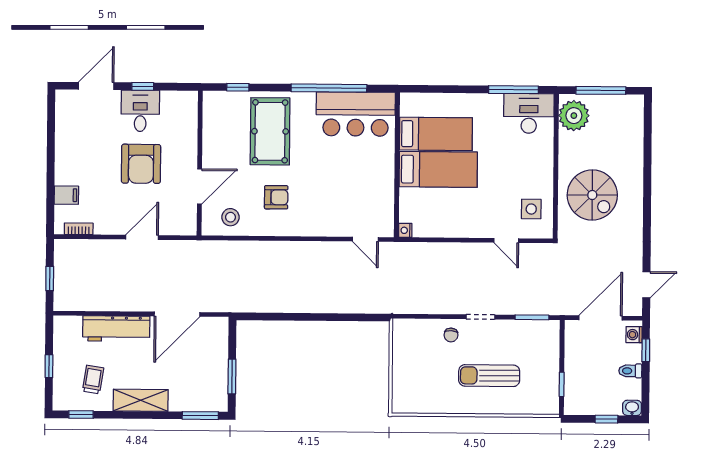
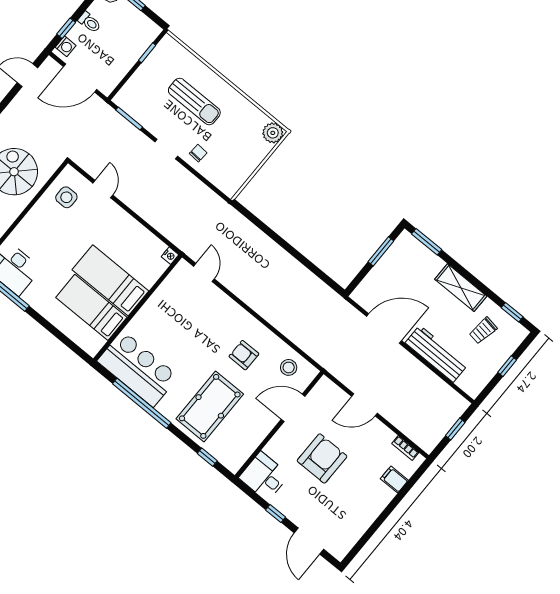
door: (96, 86) -> (309, 541), hinge flipped
desk: (140, 111) -> (264, 476), moved, turned 90
plant: (402, 402) -> (273, 133), added

